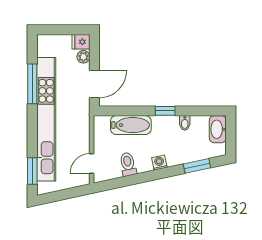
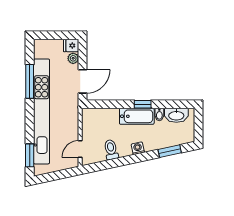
bathtub: (131, 125) -> (137, 116), moved
washbasin: (218, 129) -> (176, 115), moved, turned -90

